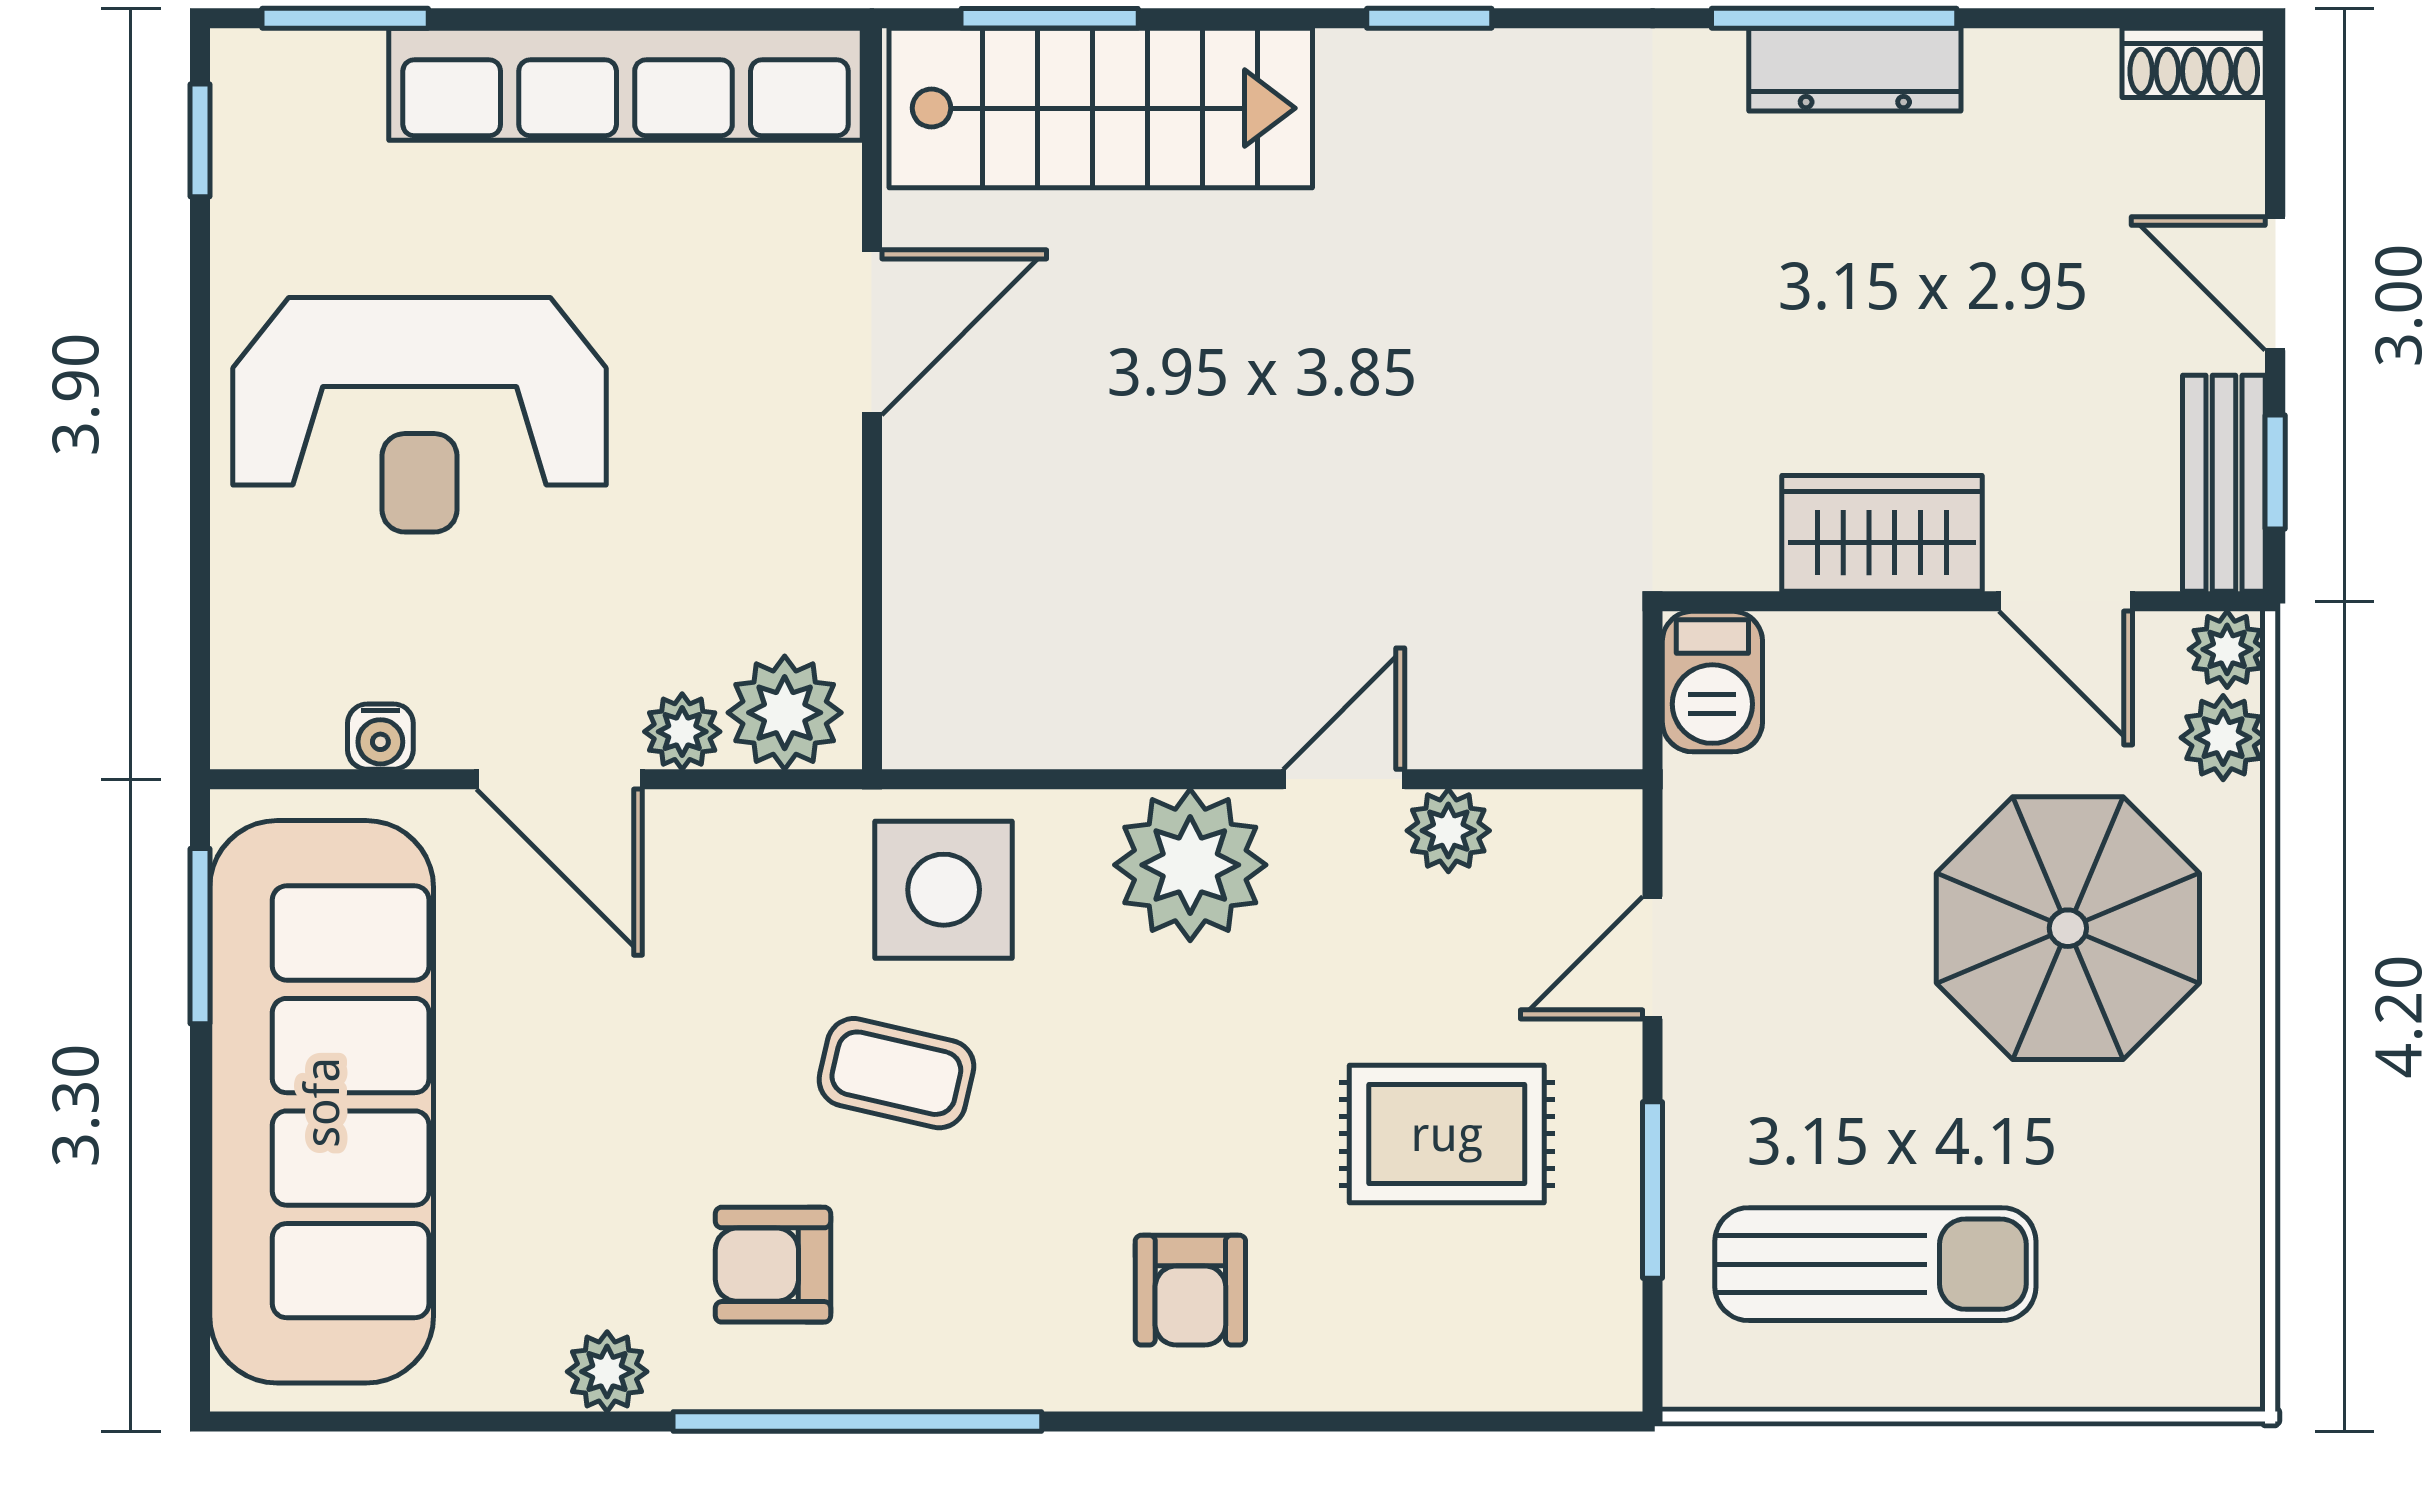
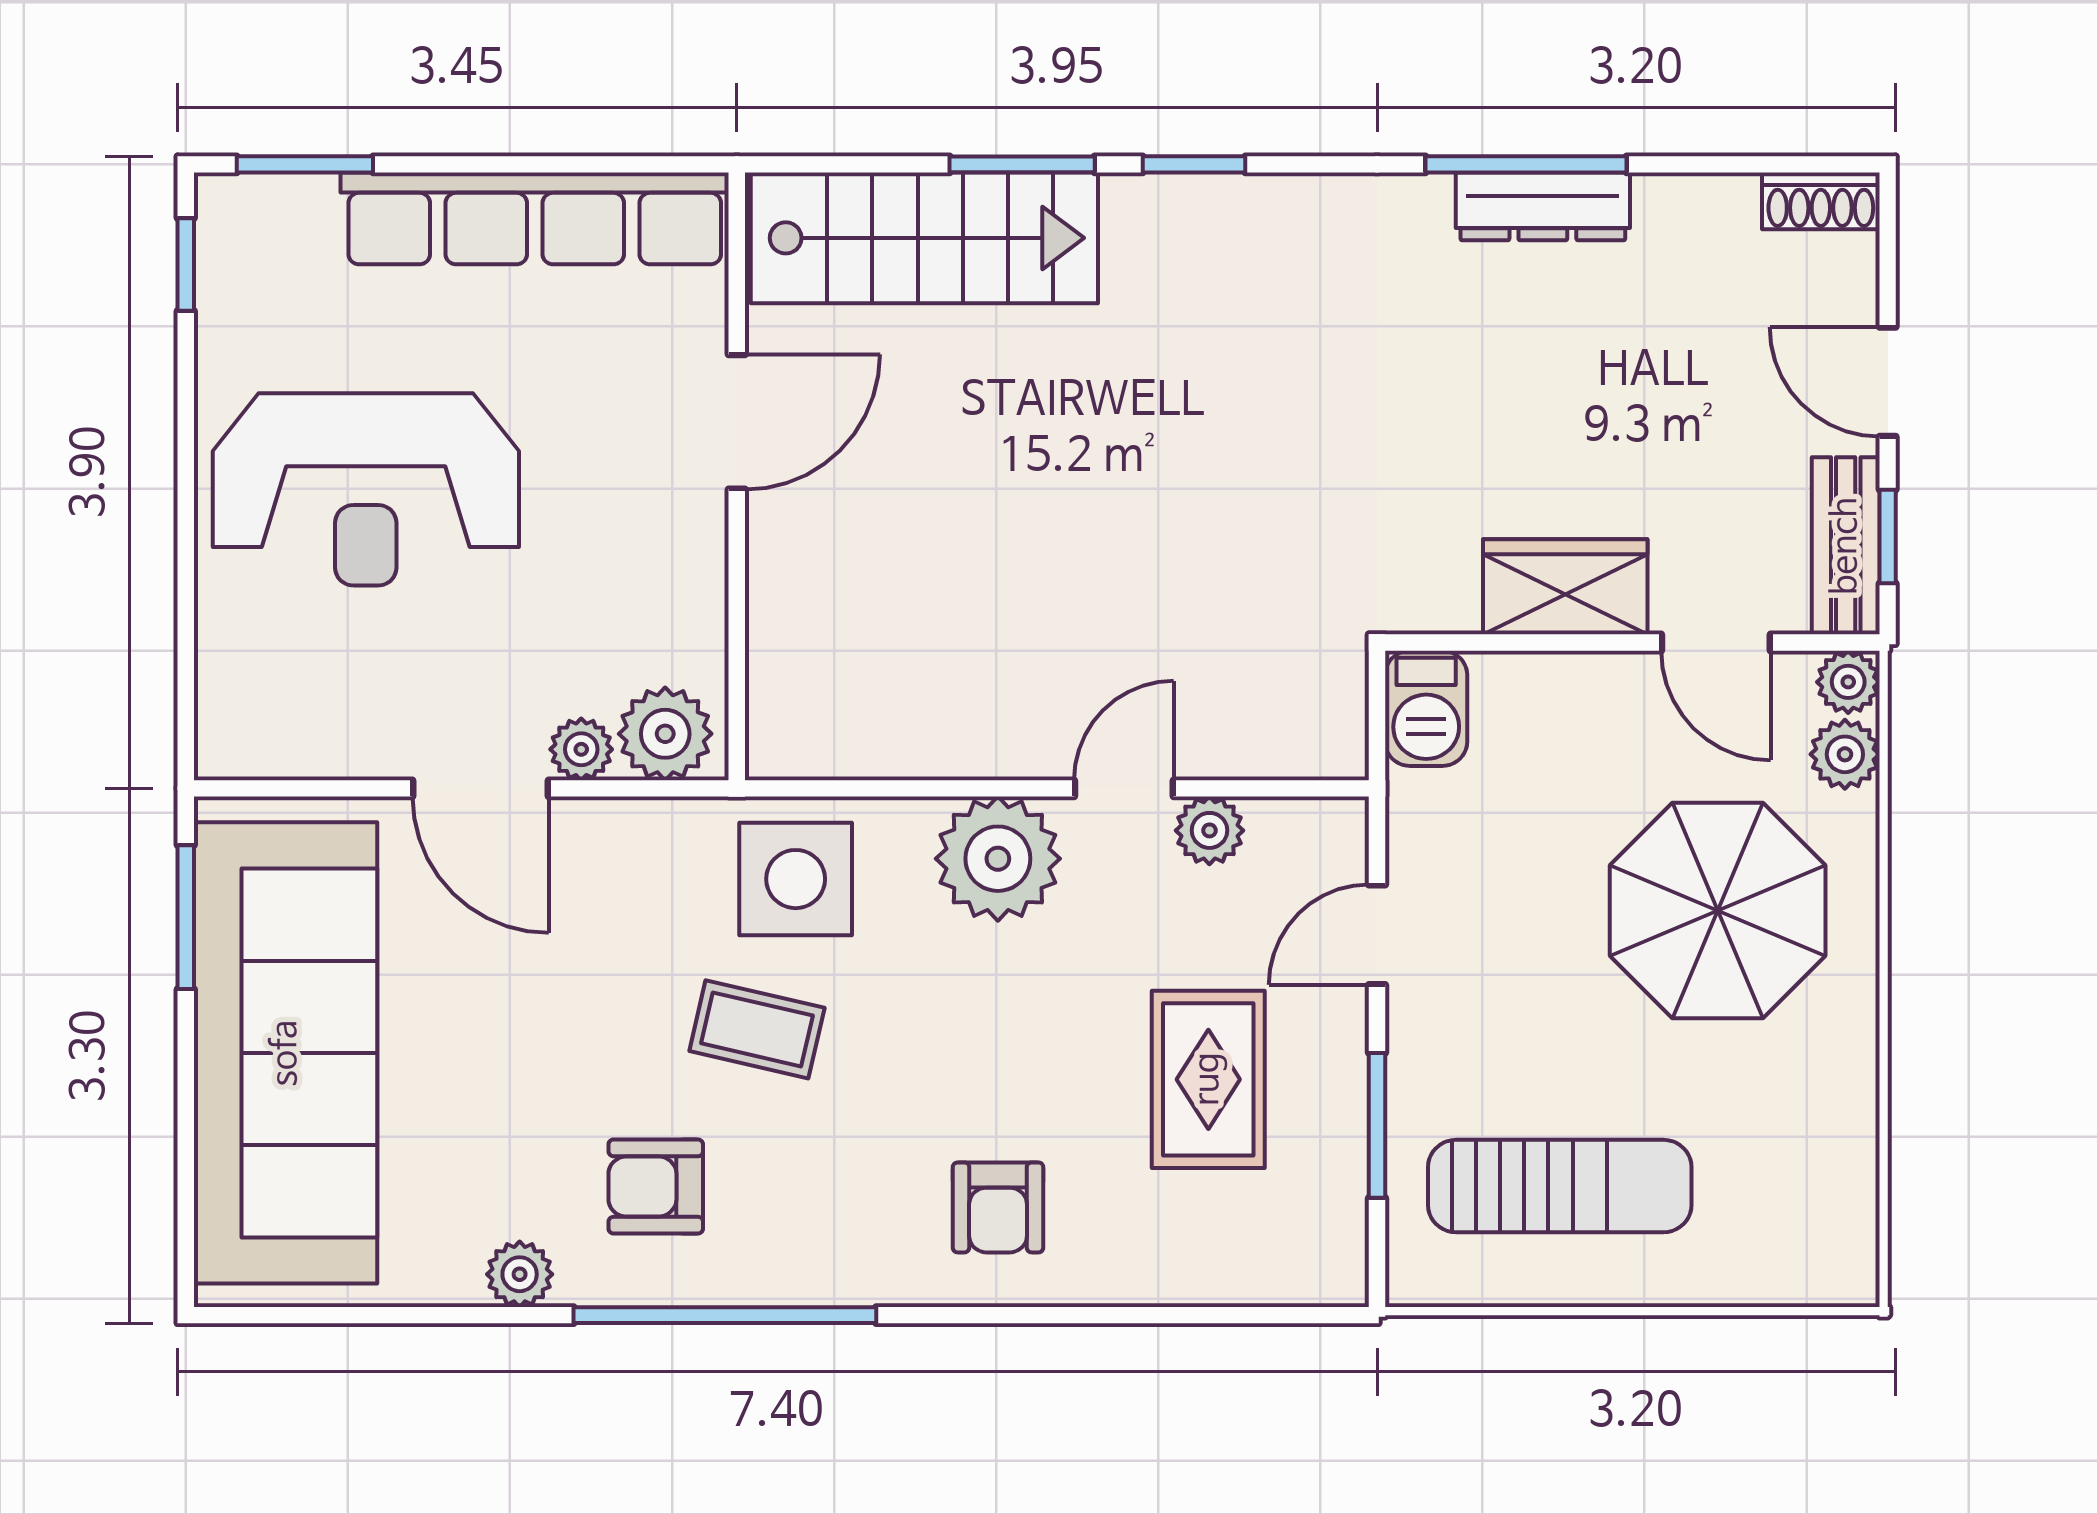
window: (1050, 18) -> (1022, 164), moved
water cooler: (380, 737) -> (334, 753), removed
rug: (1447, 1134) -> (1208, 1079), turned 90

